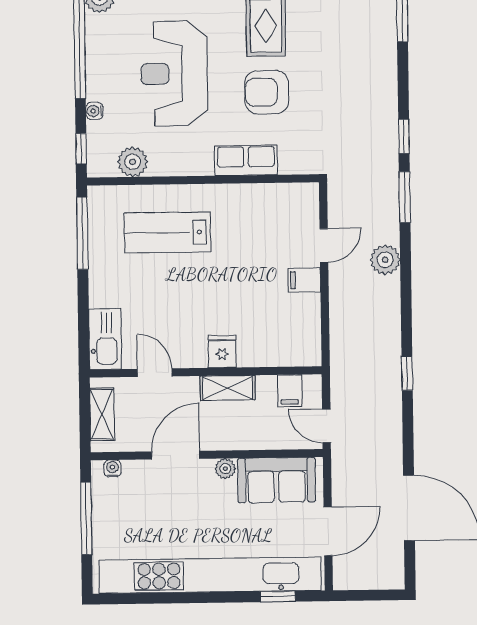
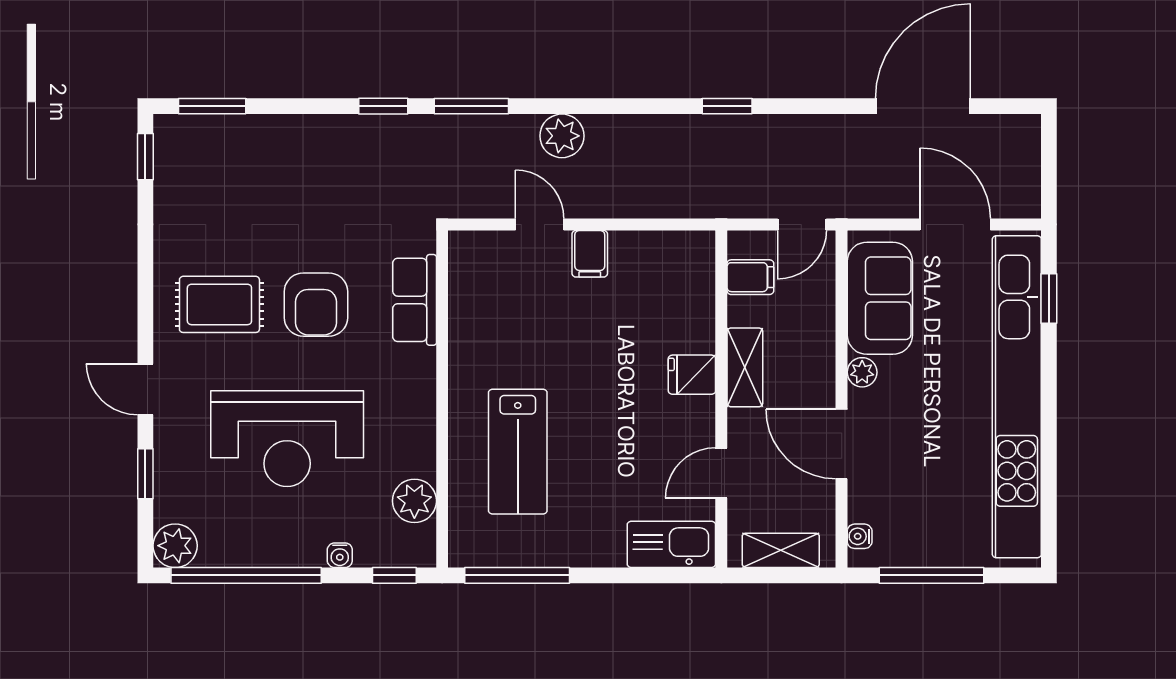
row of seats: (246, 160) -> (415, 300), moved

